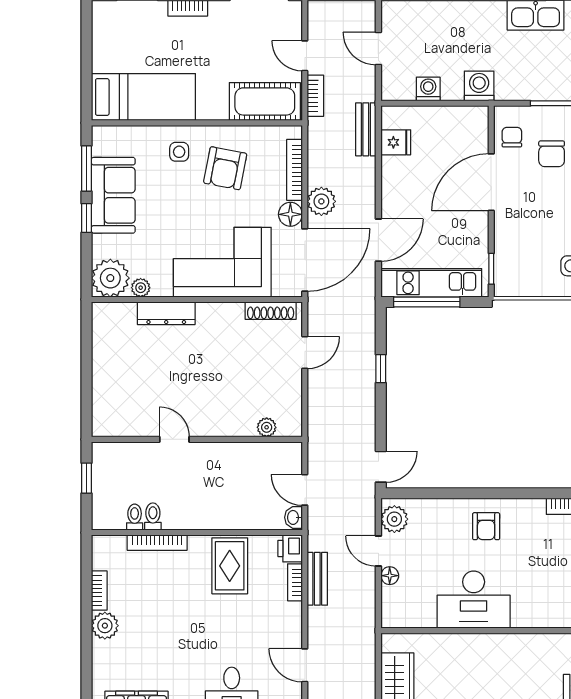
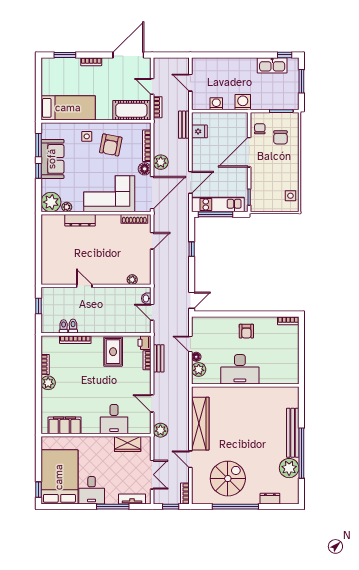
washbasin: (294, 517) -> (146, 298), moved
plant: (394, 519) -> (199, 369), moved

